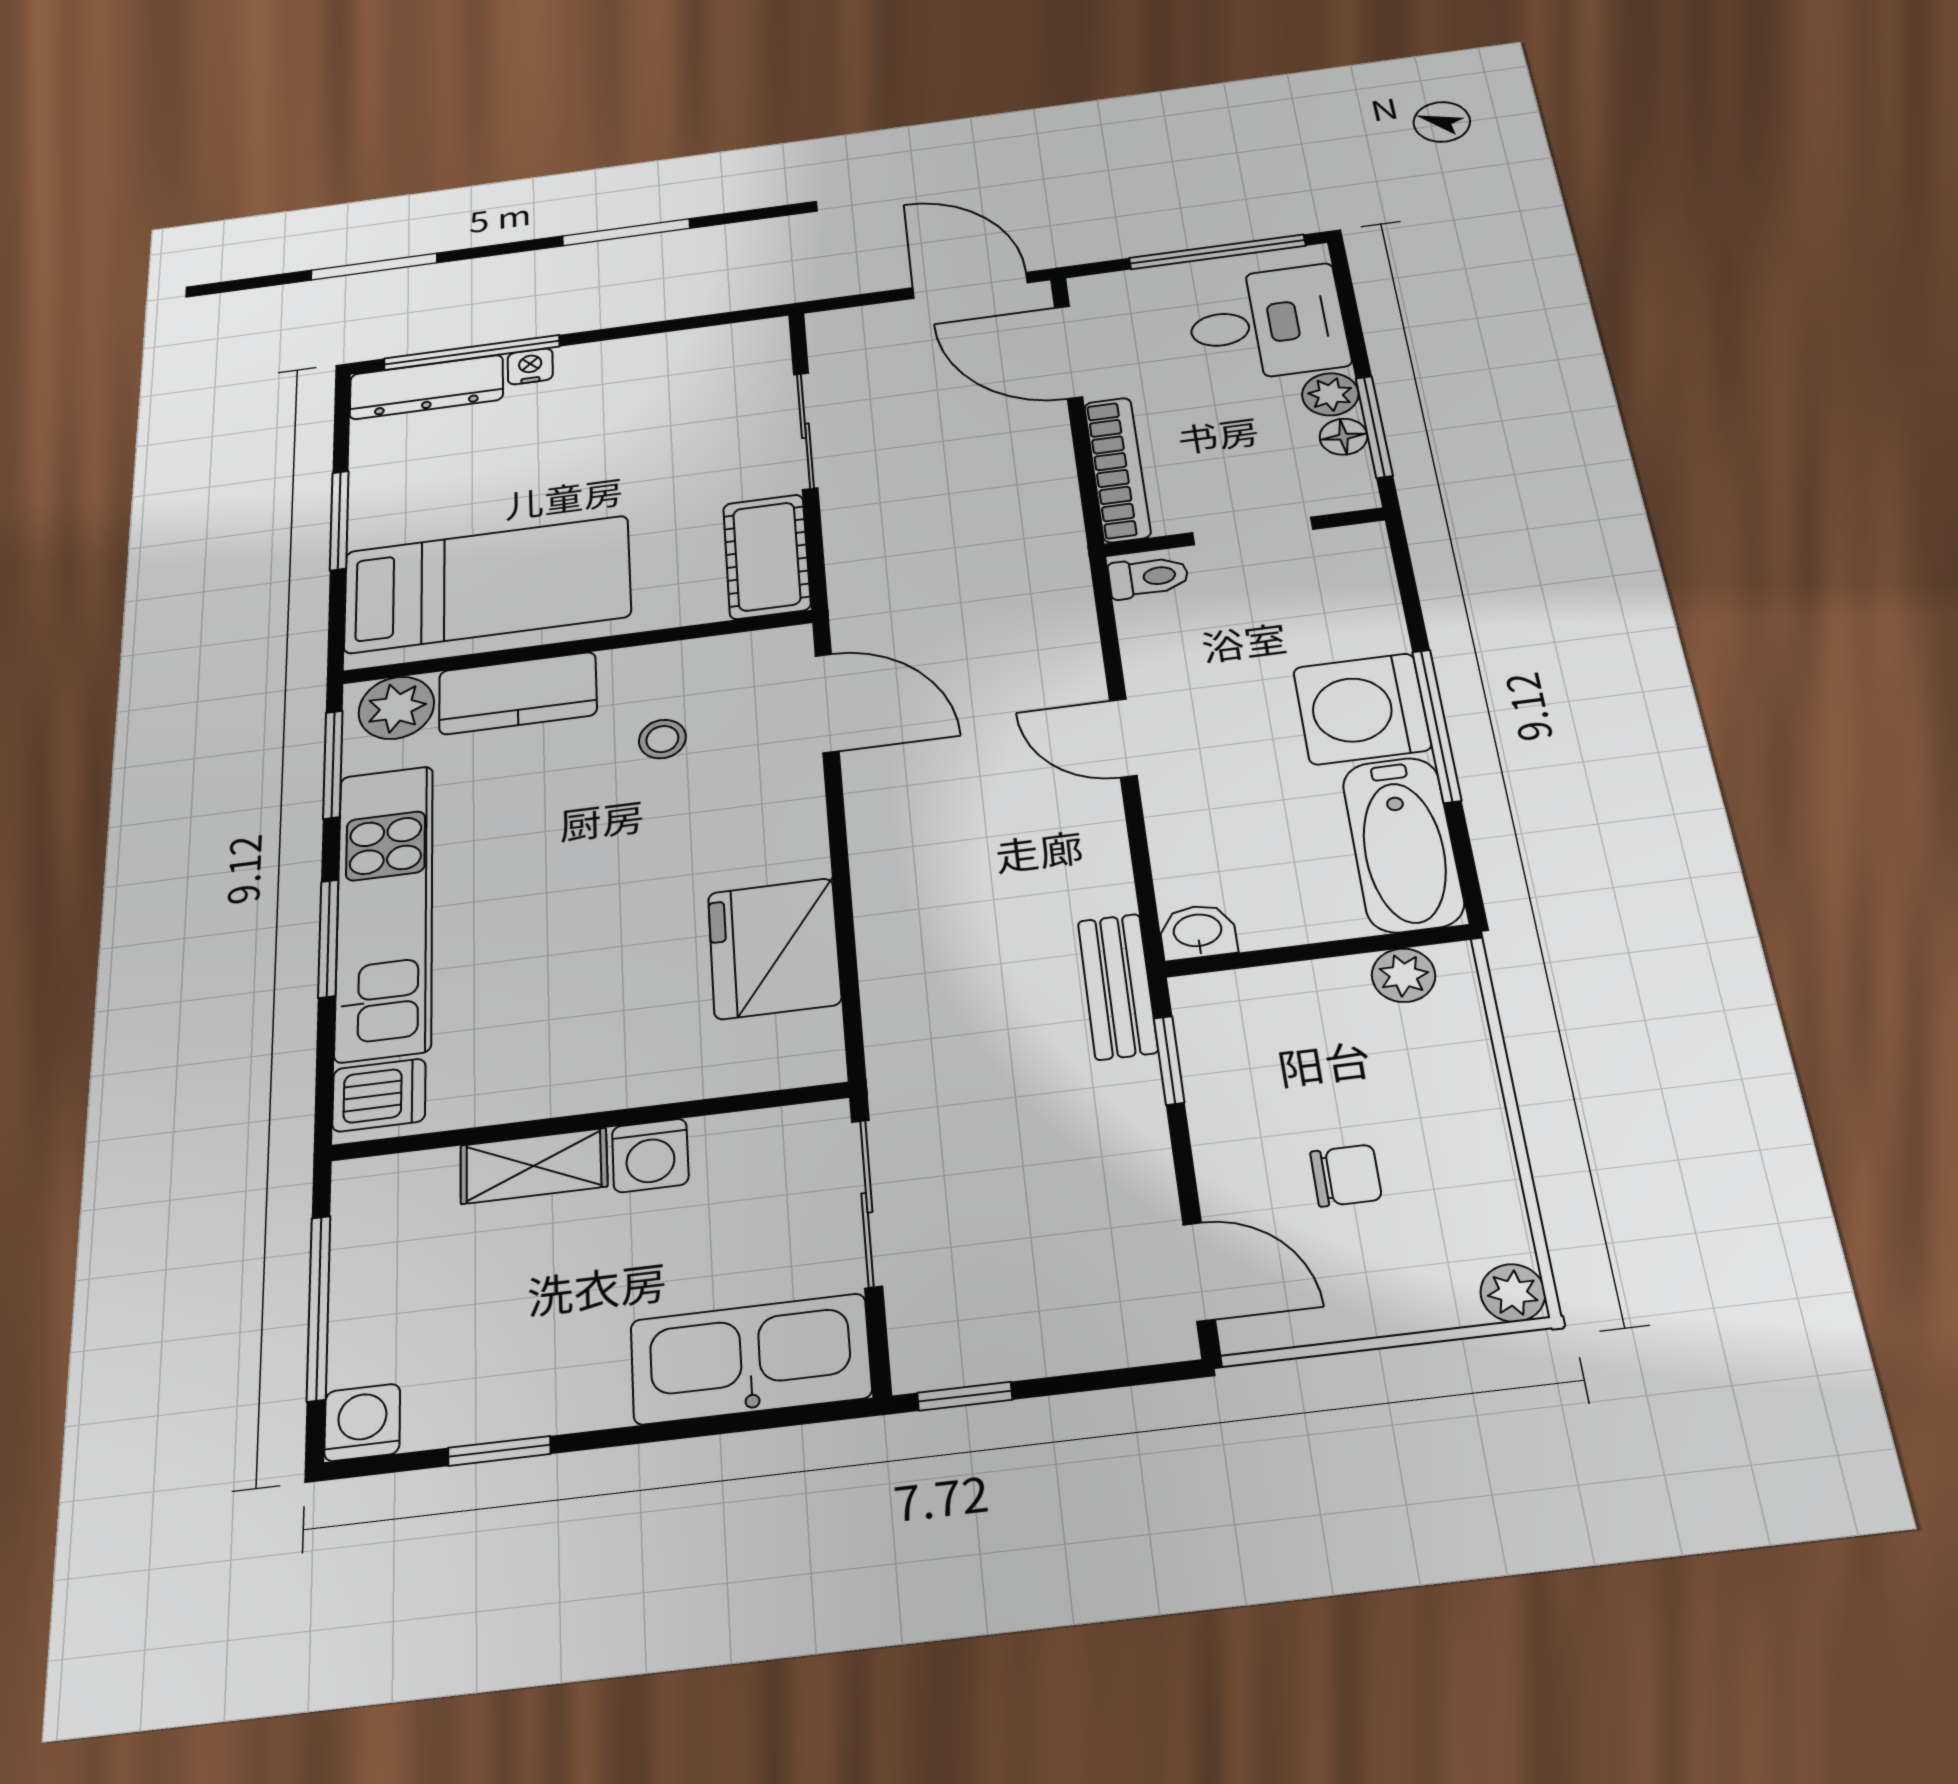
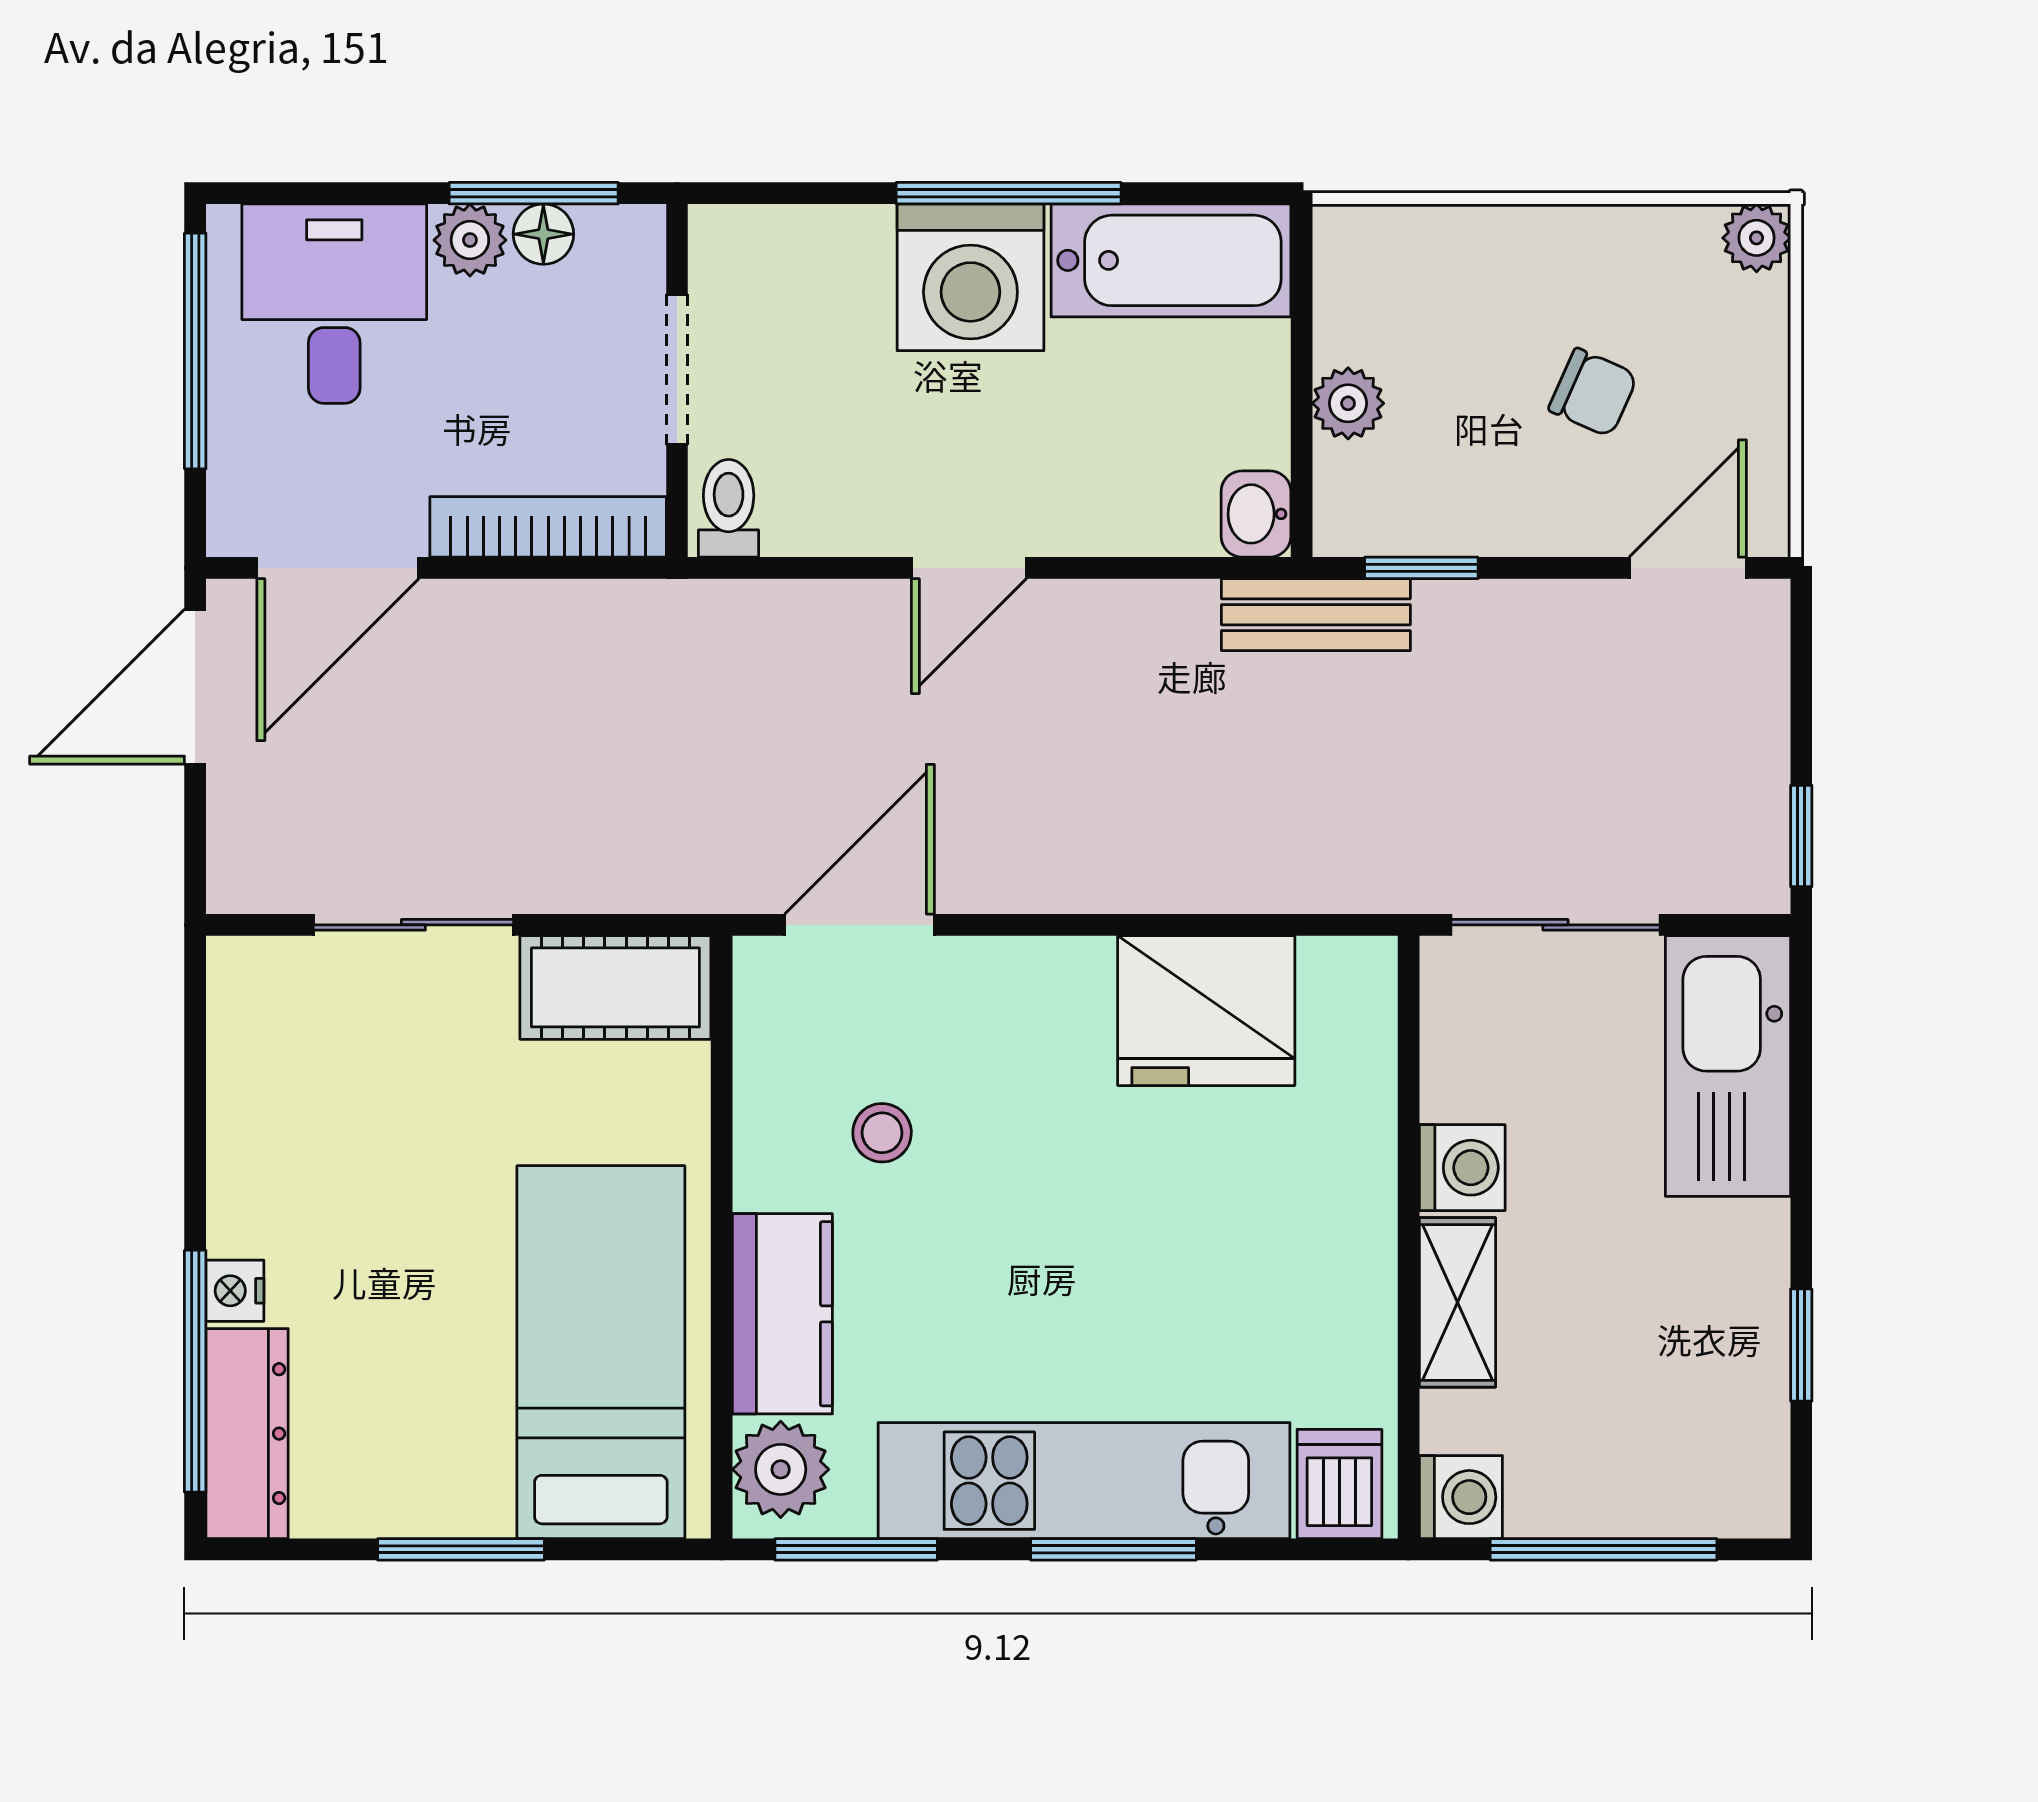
plant: (1404, 975) -> (1348, 403), moved
chair: (1346, 1176) -> (1593, 393), turned 114
washing machine: (362, 1422) -> (1461, 1497), moved, turned 180

